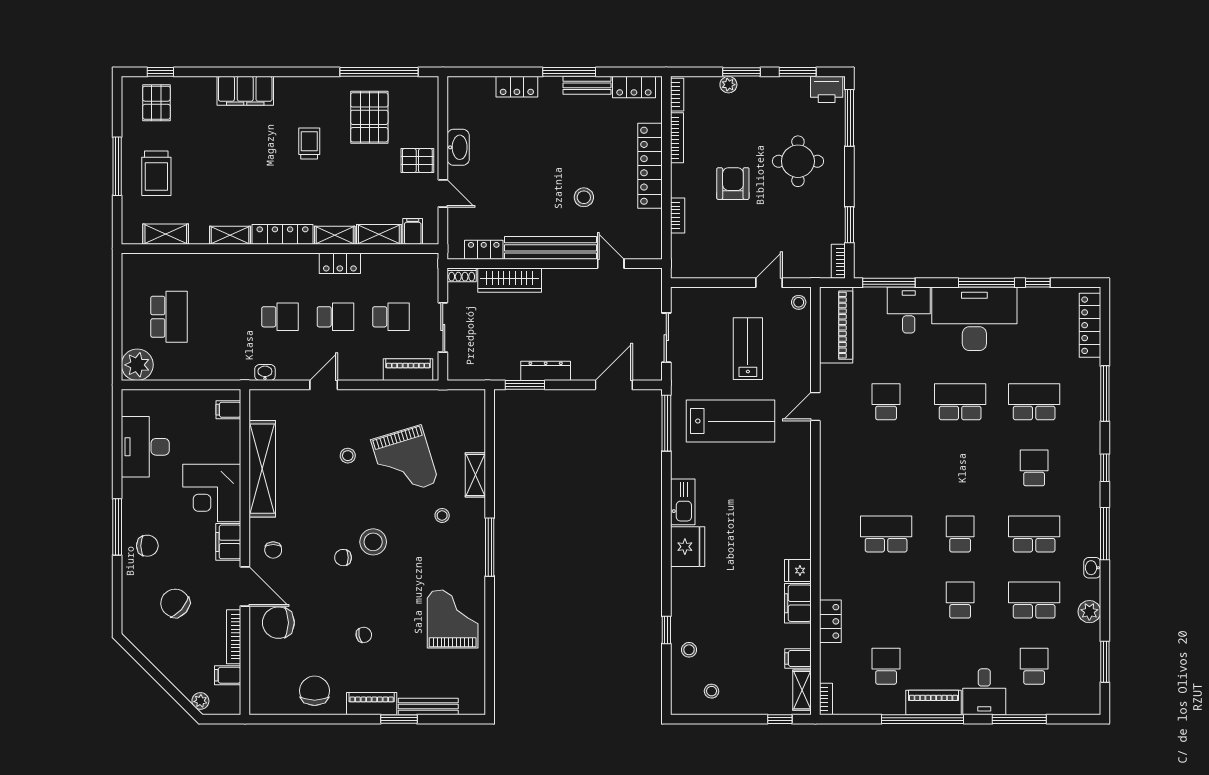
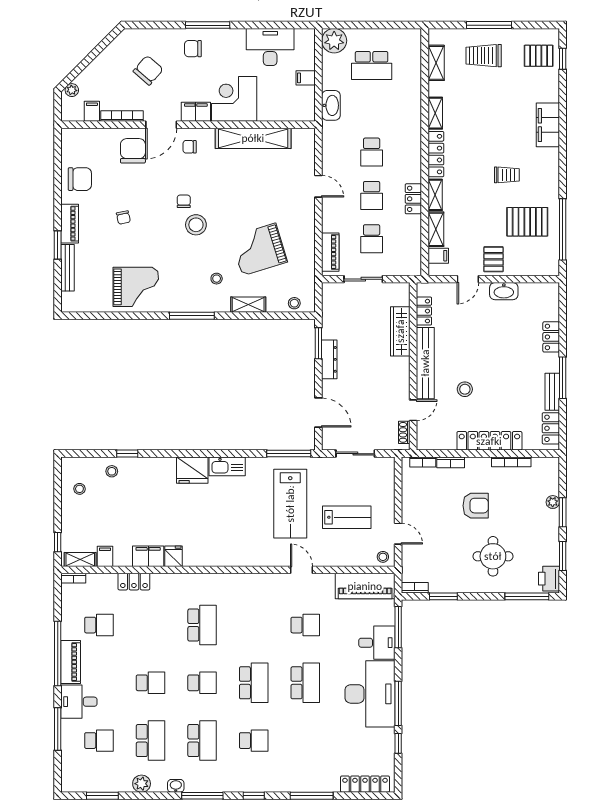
bookcase: (677, 95) -> (423, 462), moved
shoe rack: (462, 275) -> (404, 432), moved
washbasin: (265, 373) -> (331, 105), moved, width x1.91, depth x1.45
school desk: (1034, 402) -> (254, 683), moved
filing cabinet: (228, 410) -> (306, 78), moved, turned -90
stool: (348, 456) -> (294, 303), moved
chair: (147, 546) -> (193, 49), turned 90

